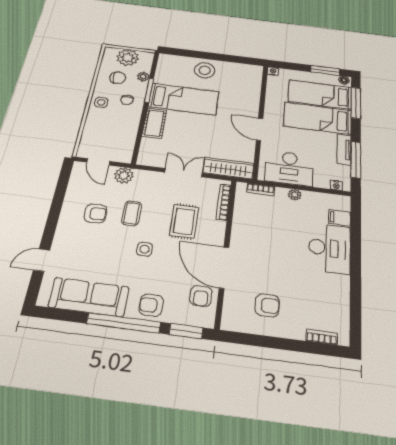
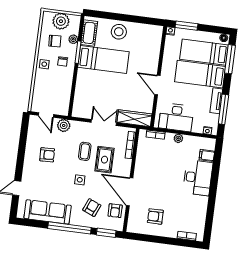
window: (325, 70) -> (186, 26), moved
cot: (154, 123) -> (89, 33), moved
coffee table: (132, 213) -> (85, 151), moved
armchair: (151, 305) -> (92, 208), moved, turned 113
armchair: (267, 305) -> (155, 216), turned 180

